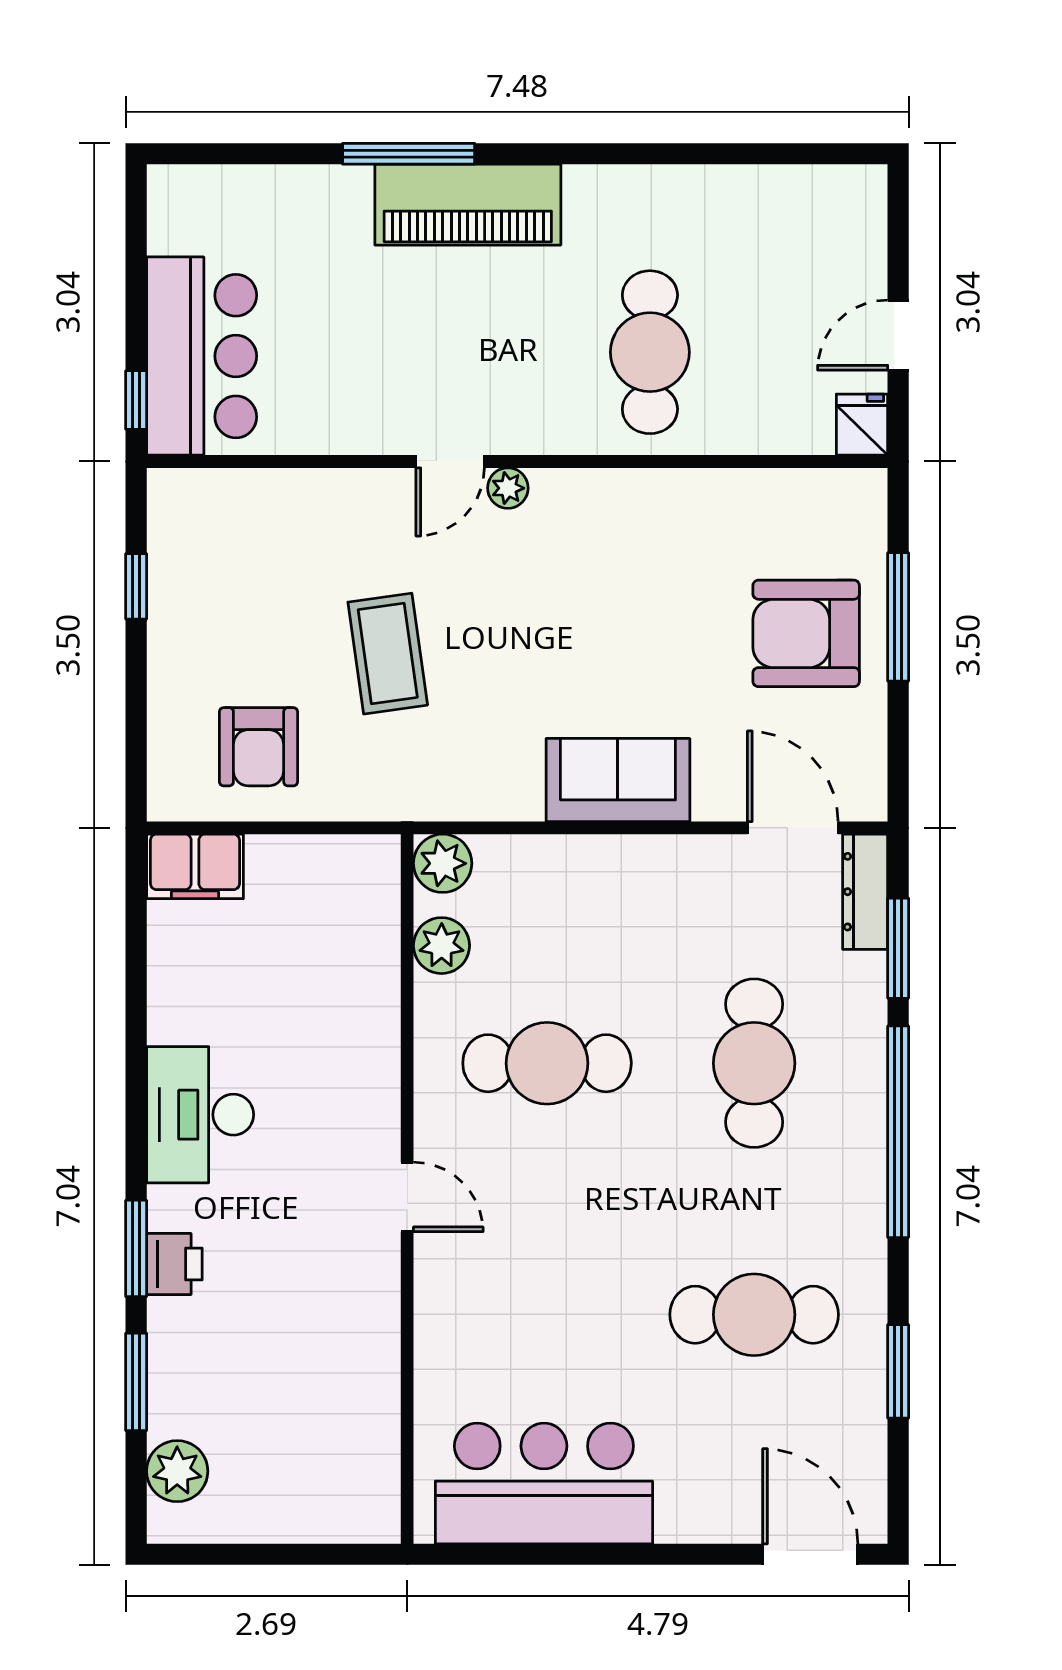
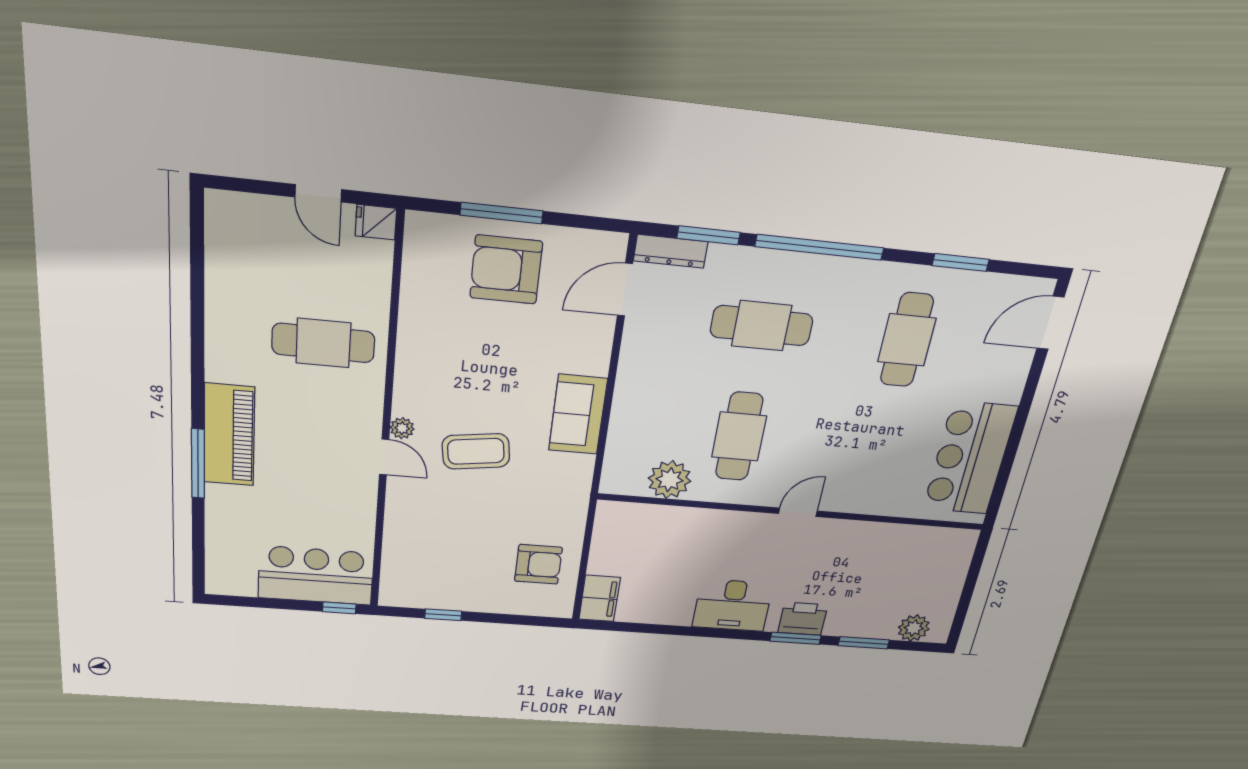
armchair: (806, 633) -> (506, 270), turned 90
coffee table: (388, 654) -> (476, 451), moved
sofa: (618, 780) -> (578, 415), moved
plant: (443, 863) -> (617, 480), removed
plant: (442, 946) -> (669, 480), width x1.36, depth x1.36
printer: (174, 1264) -> (803, 619), width x1.36, depth x1.24

